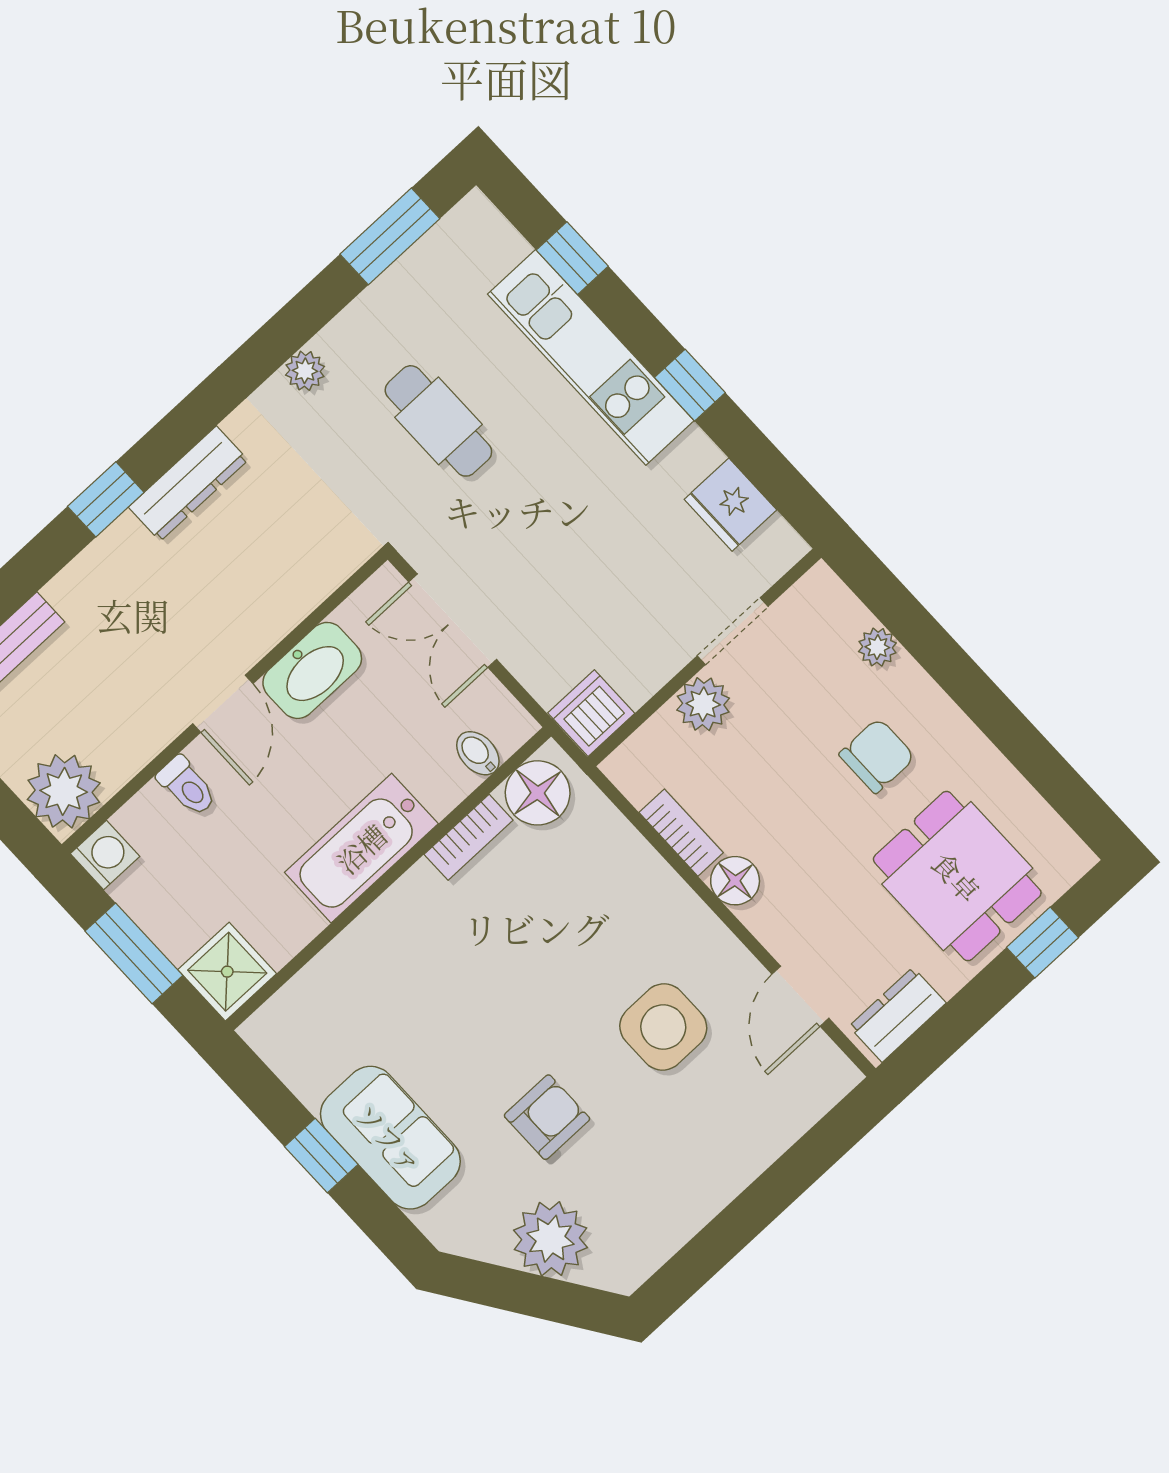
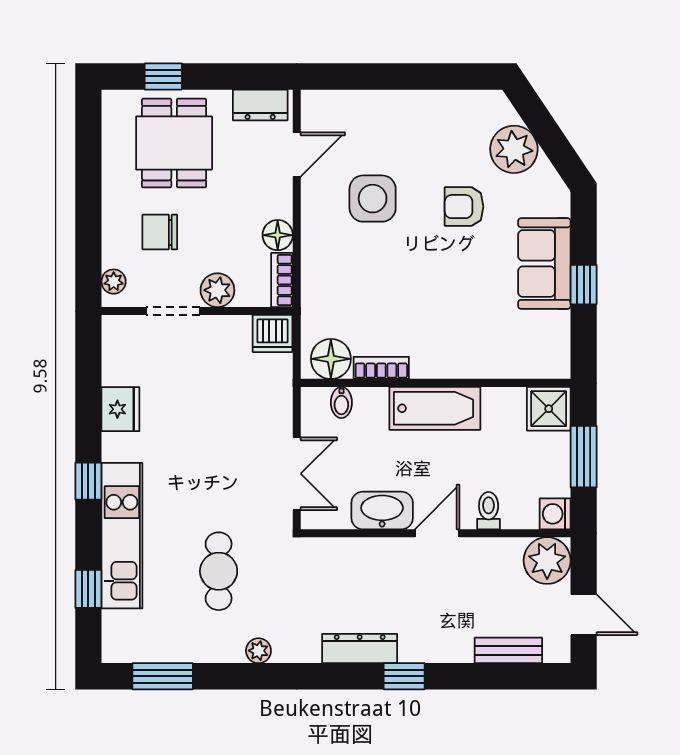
doorway: (733, 631) -> (173, 311), moved
wall: (704, 657) -> (197, 311), moved
plant: (703, 704) -> (217, 290), moved
dishwasher: (591, 713) -> (272, 334), moved

